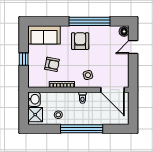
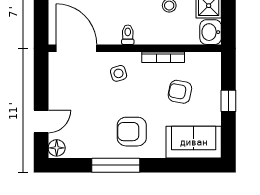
window: (89, 21) -> (116, 165), width x0.68
armchair: (80, 41) -> (132, 132), turned 90

